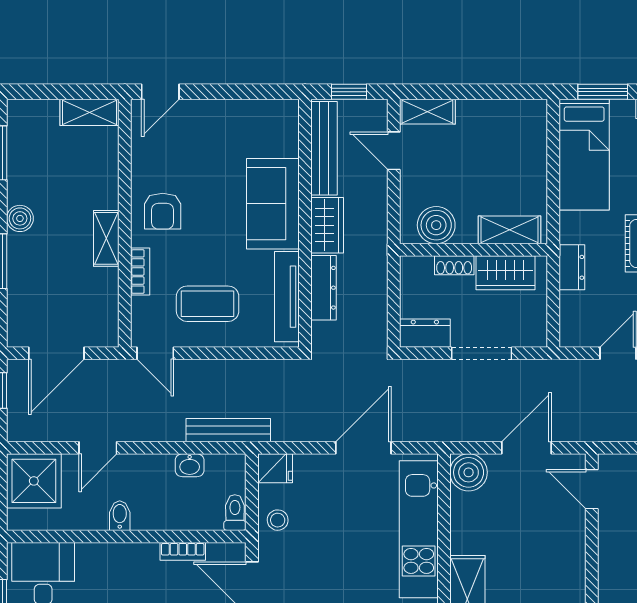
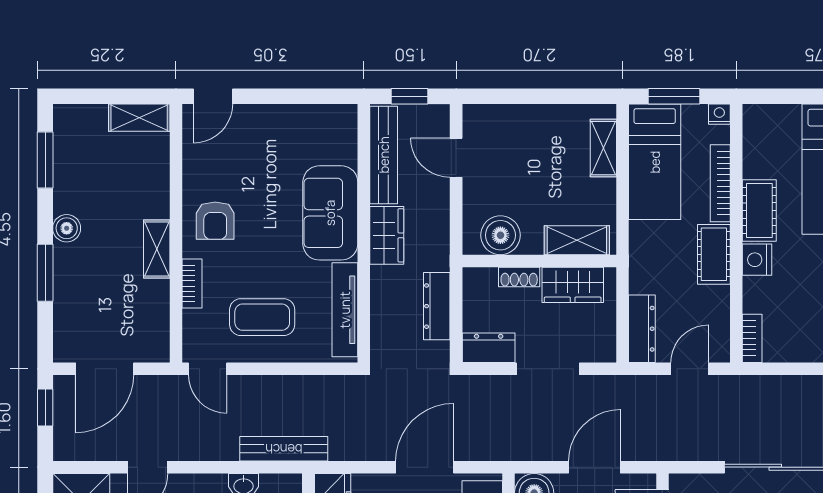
shelving: (427, 112) -> (603, 148), moved, turned 90
dresser: (572, 267) -> (642, 329), moved, width x1.44
dresser: (324, 288) -> (437, 306), moved, turned 180

